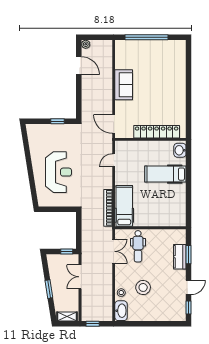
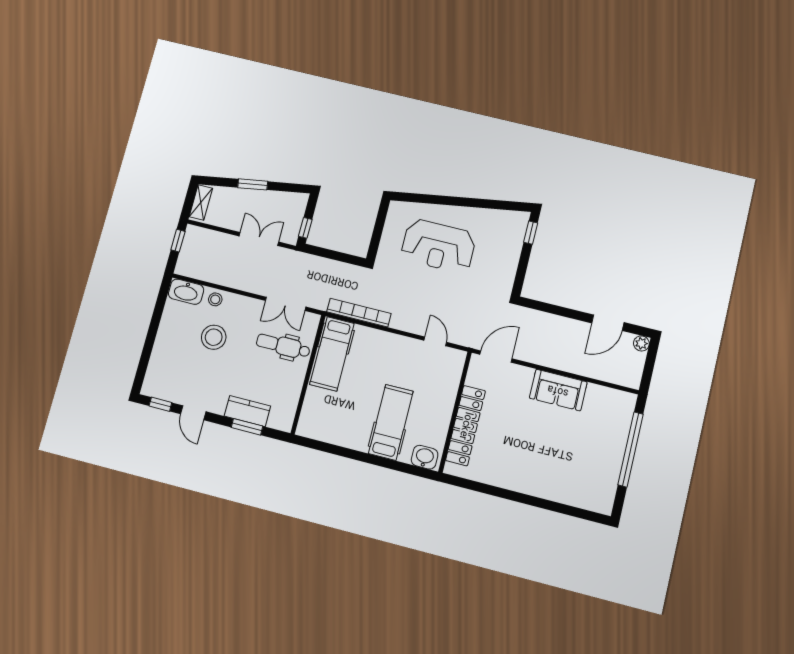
window: (57, 121) -> (531, 233), moved
hospital bed: (124, 206) -> (332, 354), moved, turned 90

